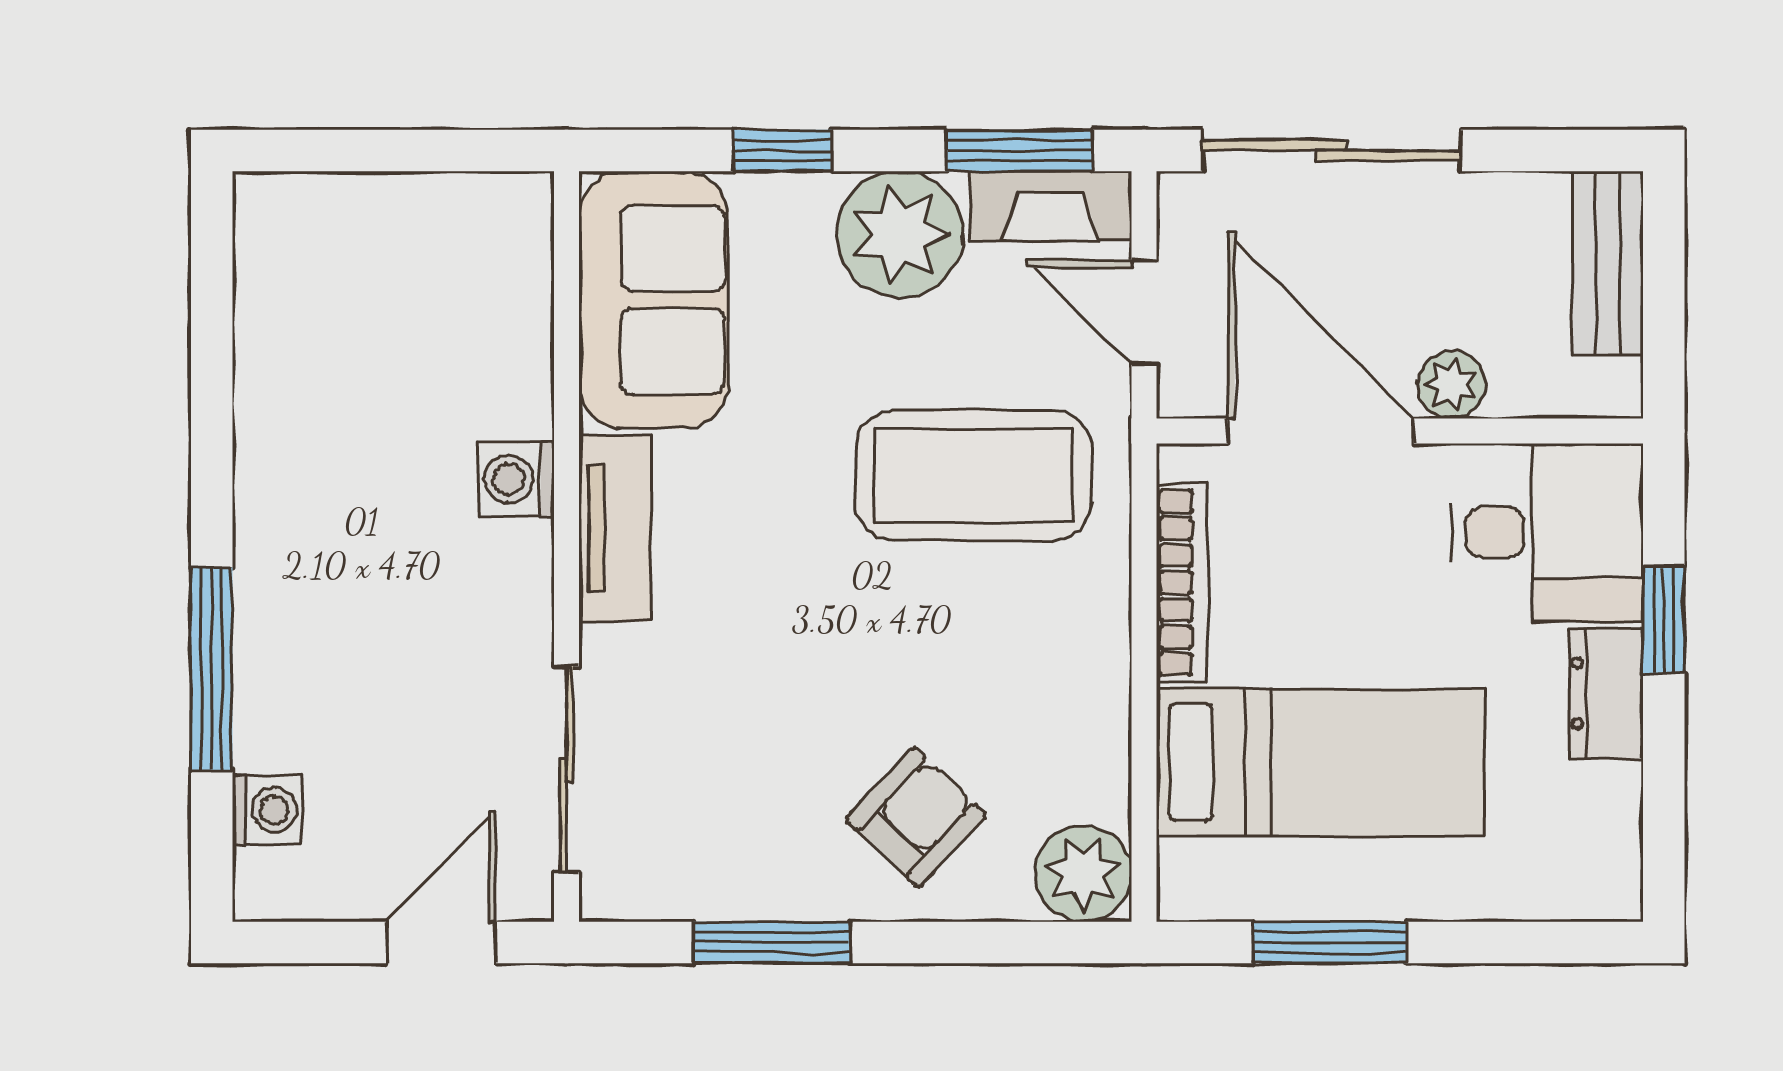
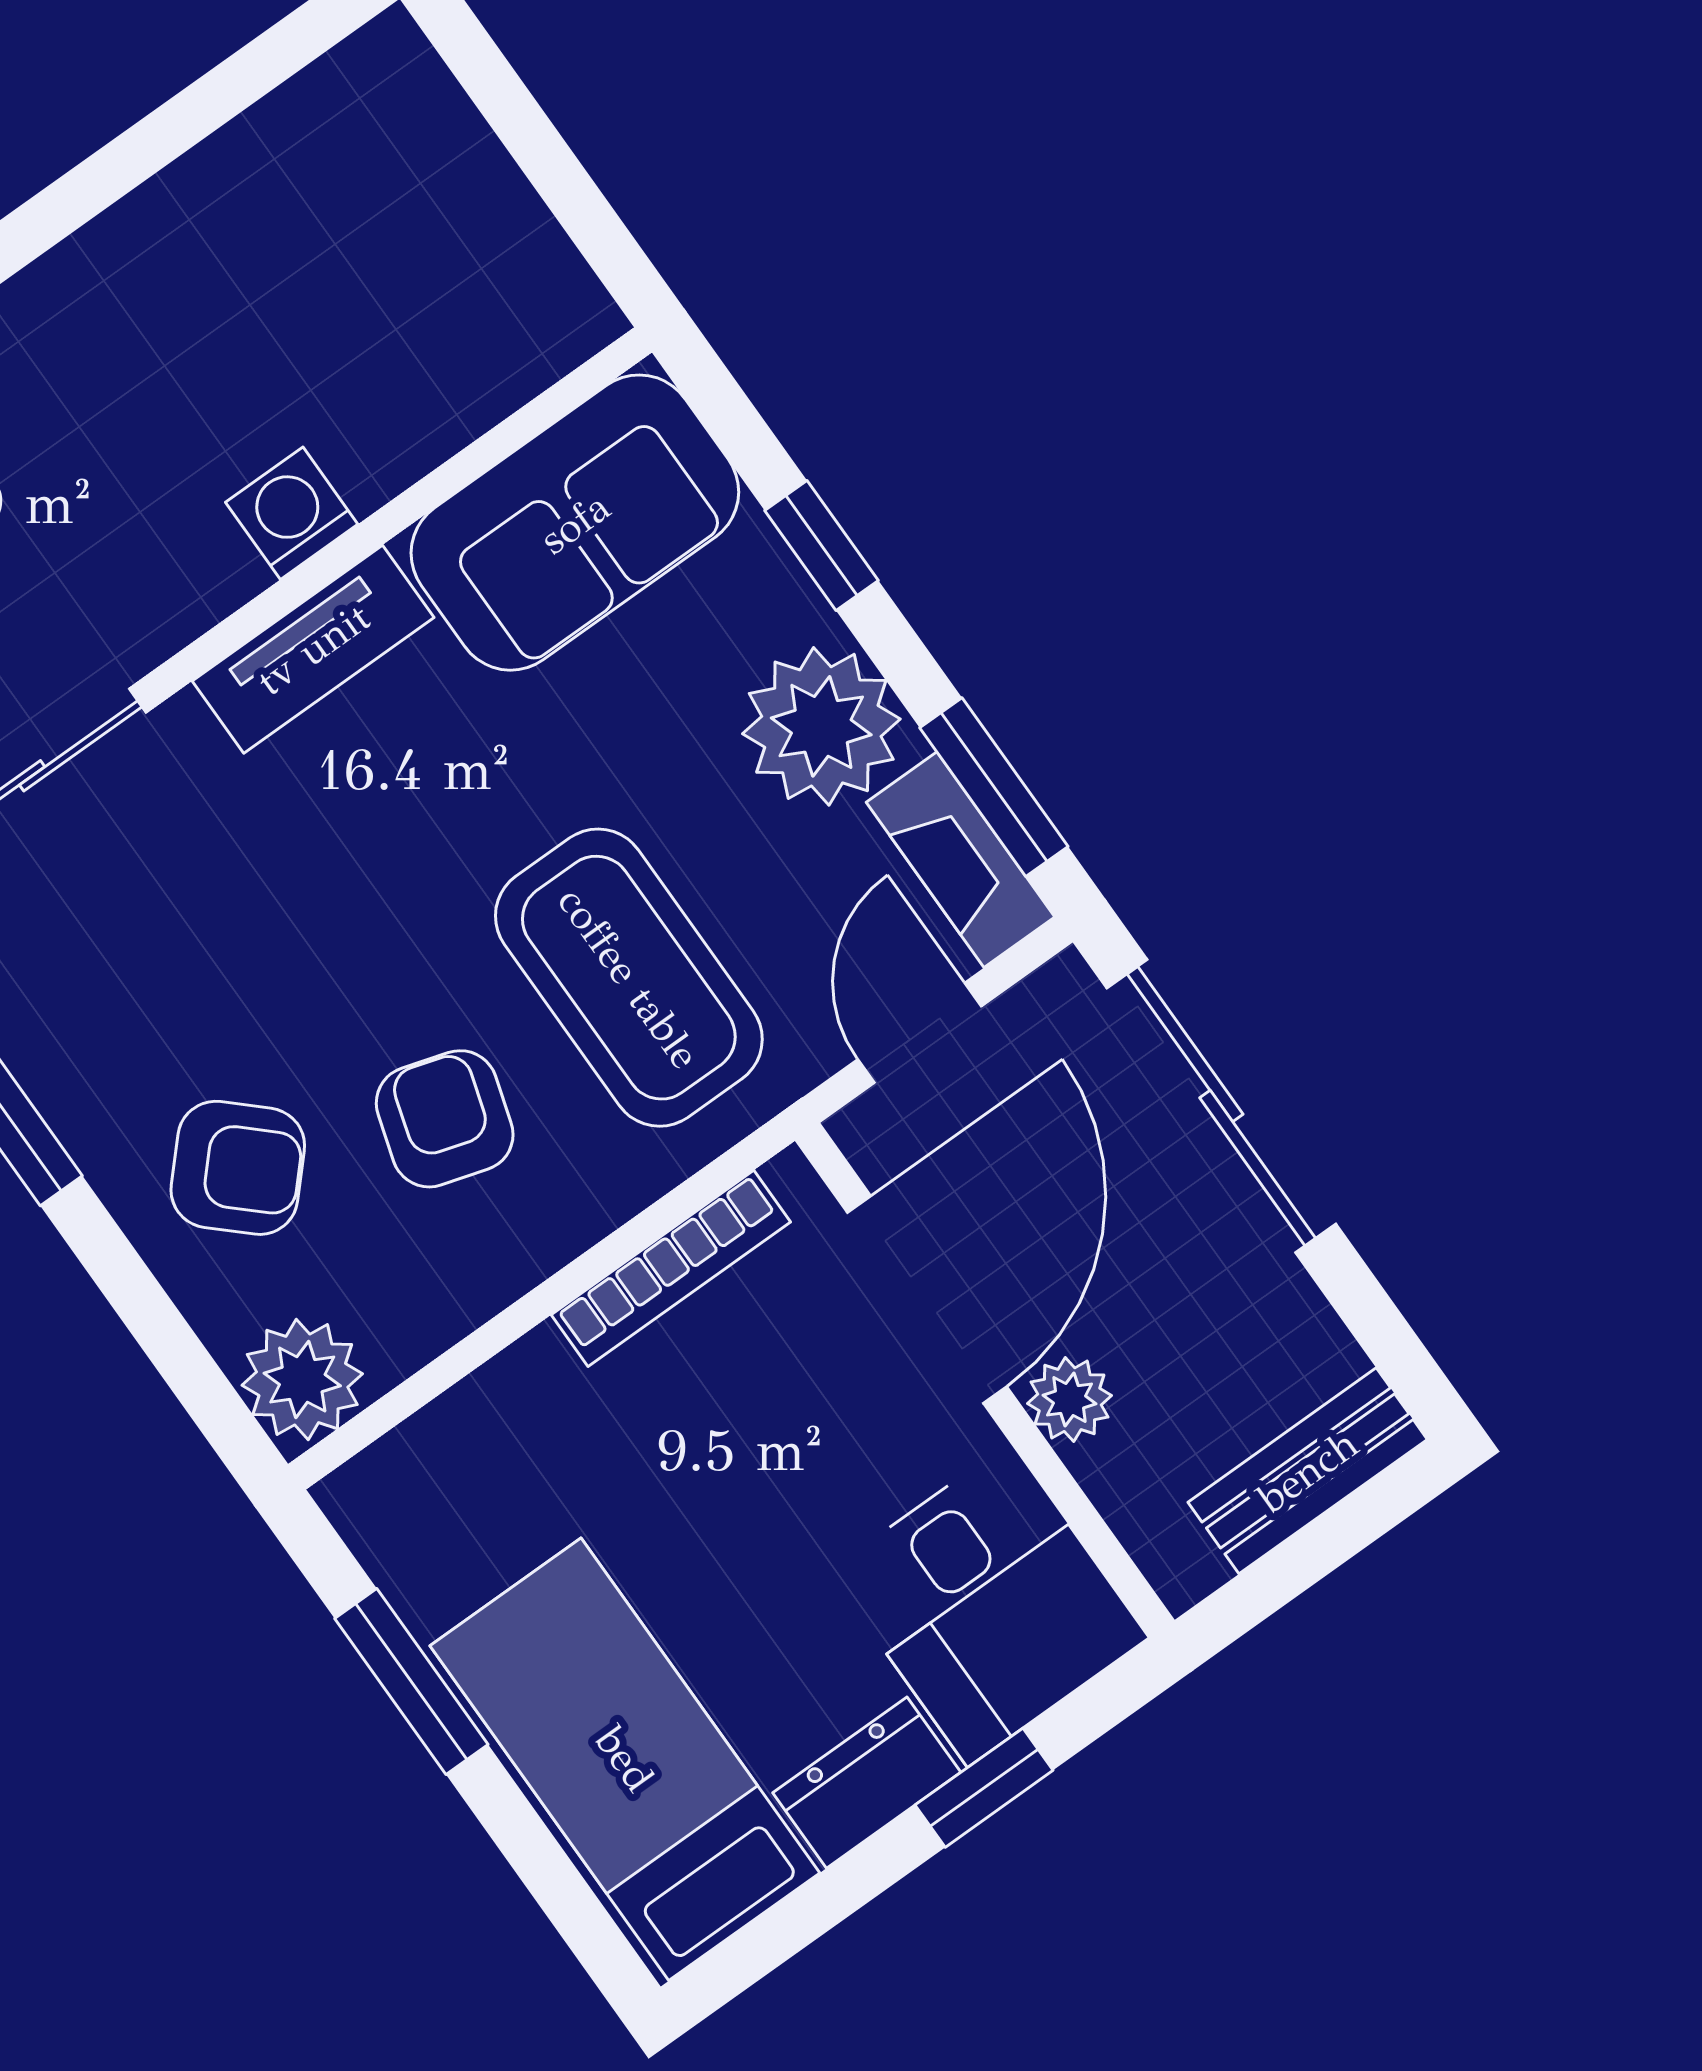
armchair: (980, 660) -> (445, 1119), added
bed: (1320, 762) -> (625, 1759), moved, turned 180

